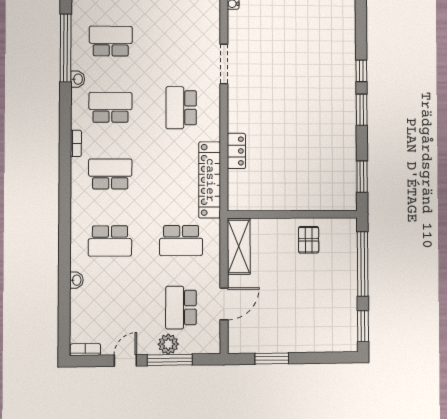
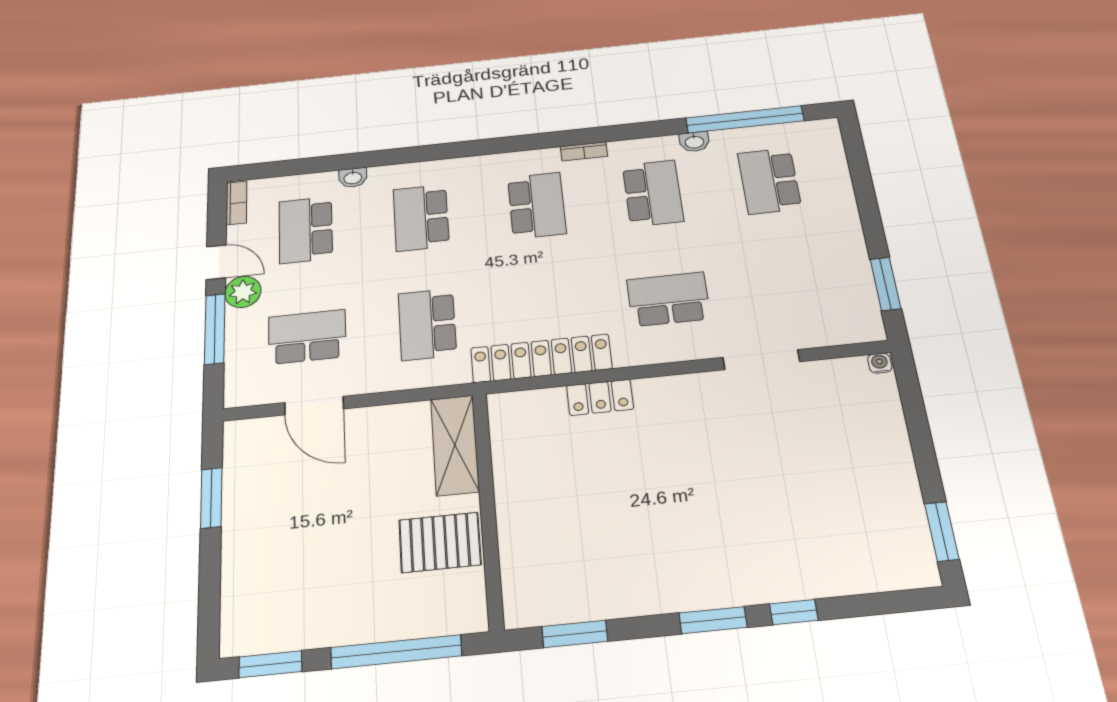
school desk: (111, 41) -> (769, 181), turned 180
pallet: (309, 240) -> (440, 542), width x1.50, depth x1.42
shelving: (239, 246) -> (455, 445), moved, turned 90
school desk: (110, 308) -> (306, 230), added
plant: (168, 344) -> (243, 292), moved

